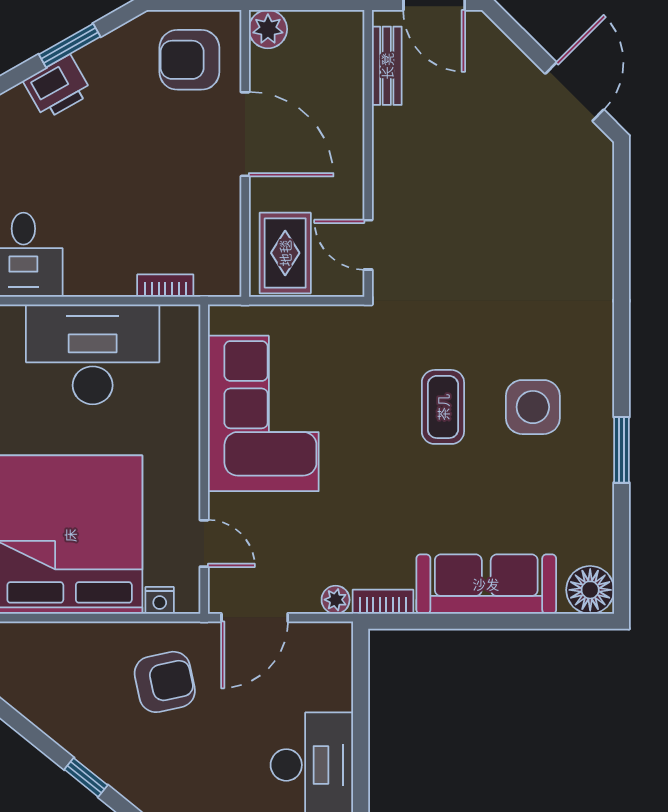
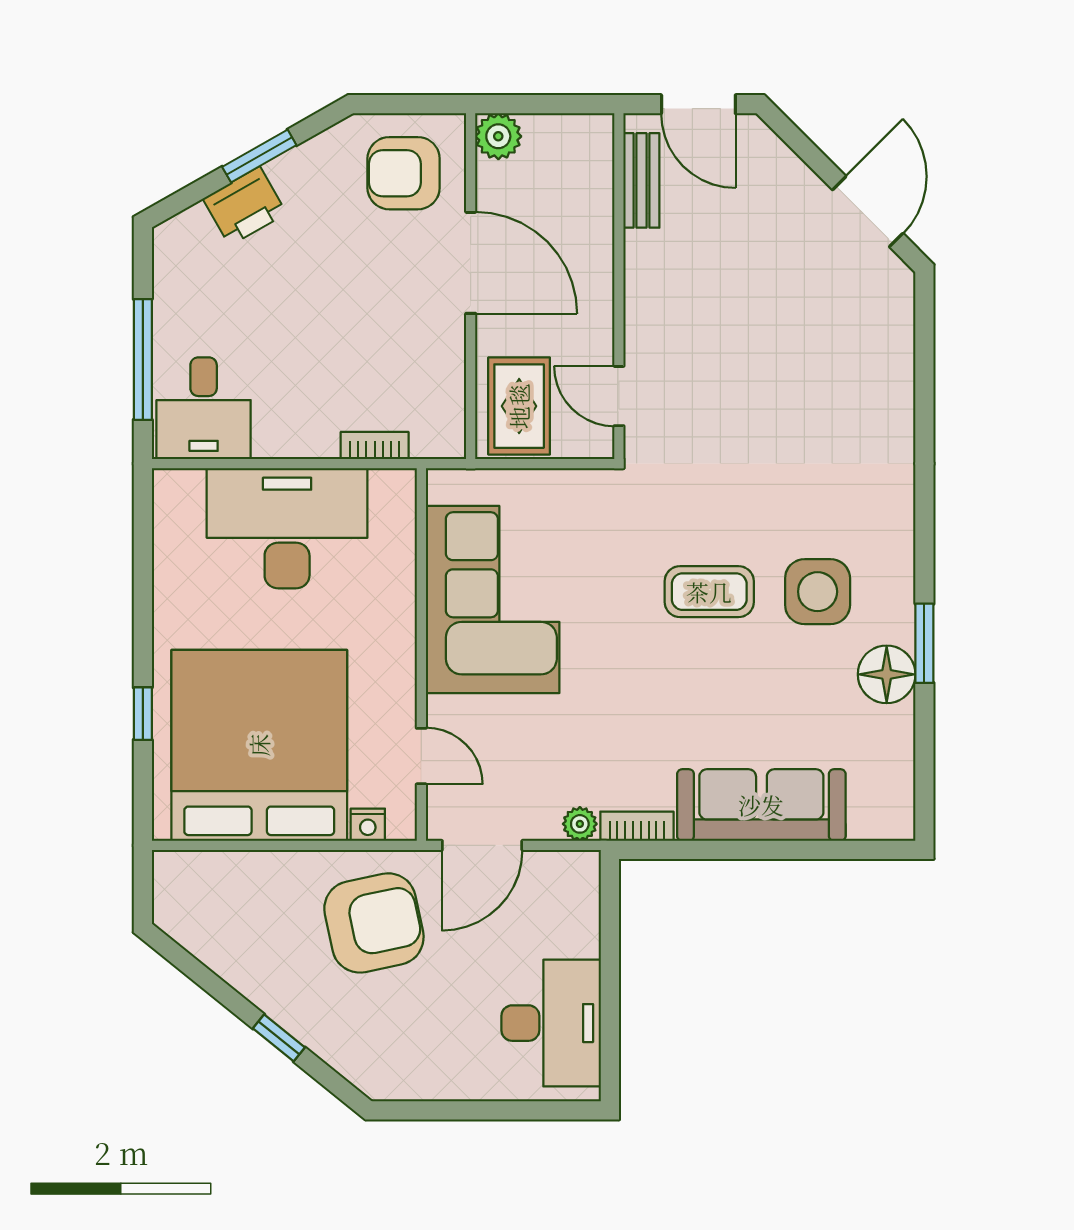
coffee table: (443, 407) -> (709, 592), turned 90
floor lamp: (590, 590) -> (887, 674), moved
armchair: (165, 682) -> (374, 923), width x1.36, depth x1.36

